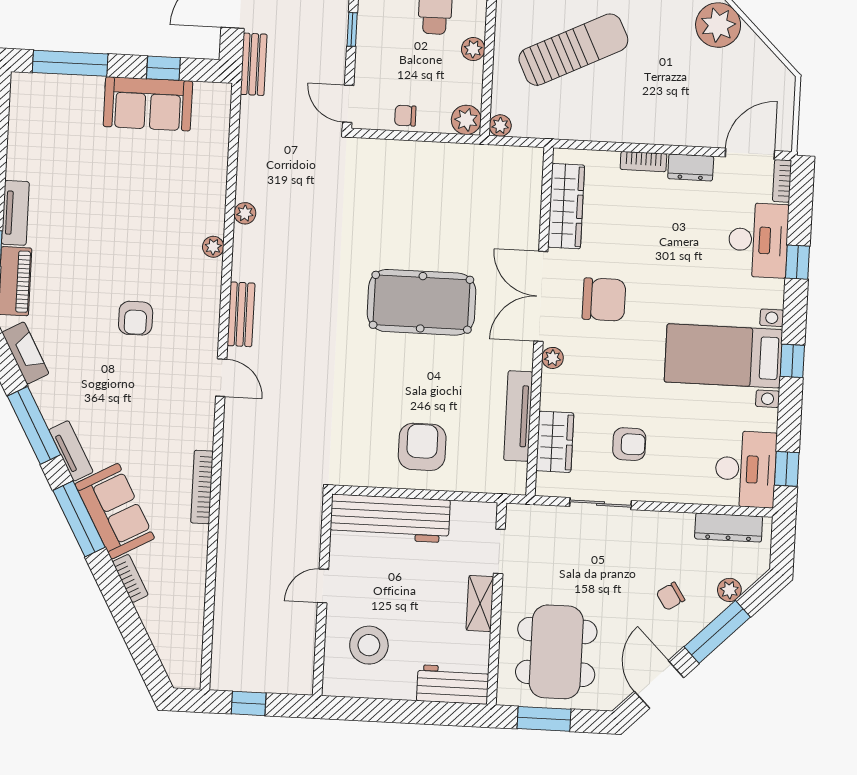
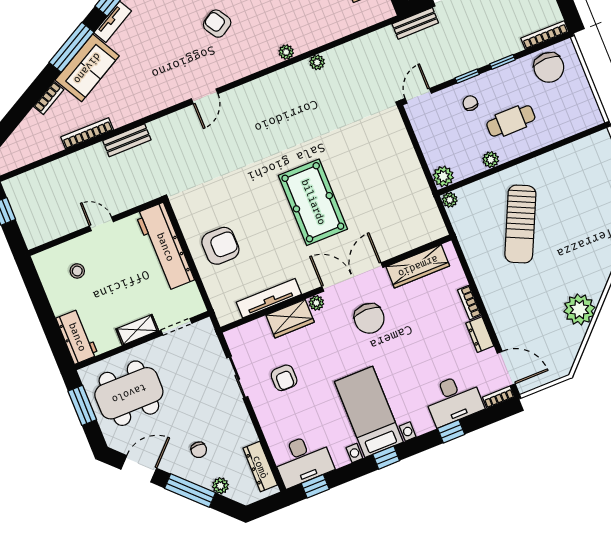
sun lounger: (573, 50) -> (520, 224), turned 51
chair: (405, 116) -> (470, 103), moved
bench: (241, 314) -> (127, 140), moved
armchair: (136, 318) -> (217, 24), turned 58
wardrobe: (555, 442) -> (290, 319), moved
bookcase: (202, 487) -> (87, 133), moved
chair: (670, 596) -> (199, 450), turned -147
stool: (369, 645) -> (77, 271), width x0.53, depth x0.53

